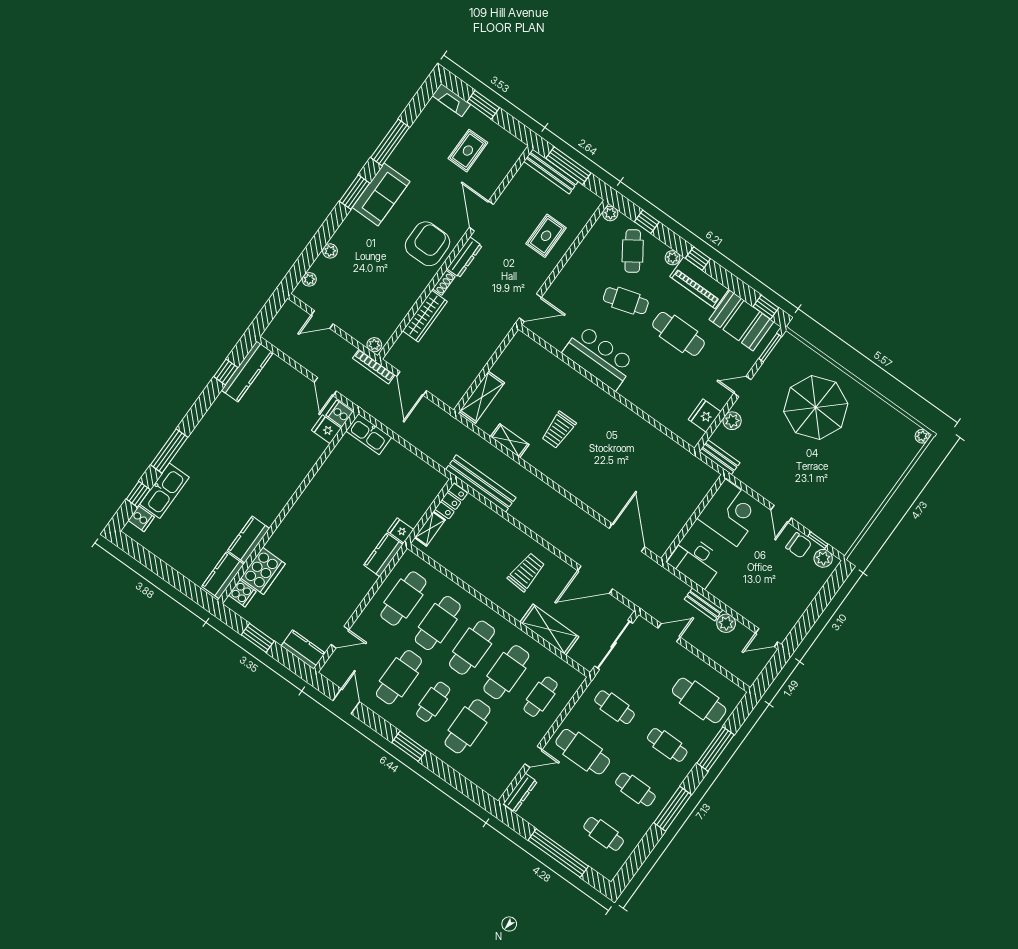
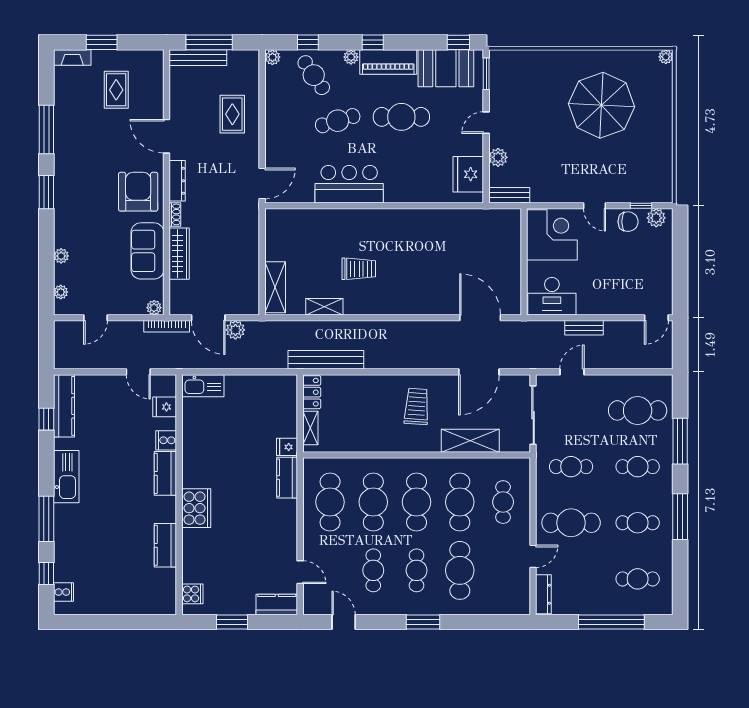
sofa: (381, 194) -> (147, 251), moved, turned 180
parasol: (816, 408) -> (602, 105), moved
cooker: (340, 413) -> (166, 440), moved
fridge: (705, 416) -> (468, 174), width x1.36, depth x1.34
trolley: (559, 430) -> (359, 269), turned -90
kitchen sink: (164, 491) -> (66, 477), moved
cooker: (263, 571) -> (196, 508), moved
kitchen counter: (223, 575) -> (165, 473), moved
plant: (726, 623) -> (235, 330), moved
door: (340, 637) -> (300, 572), hinge flipped
cafe table: (399, 677) -> (373, 570), width x0.73, depth x0.74

